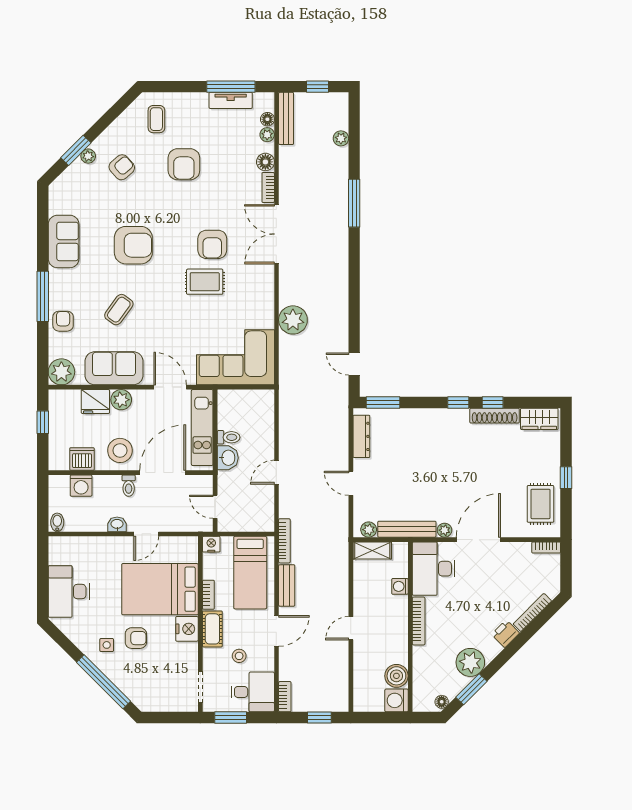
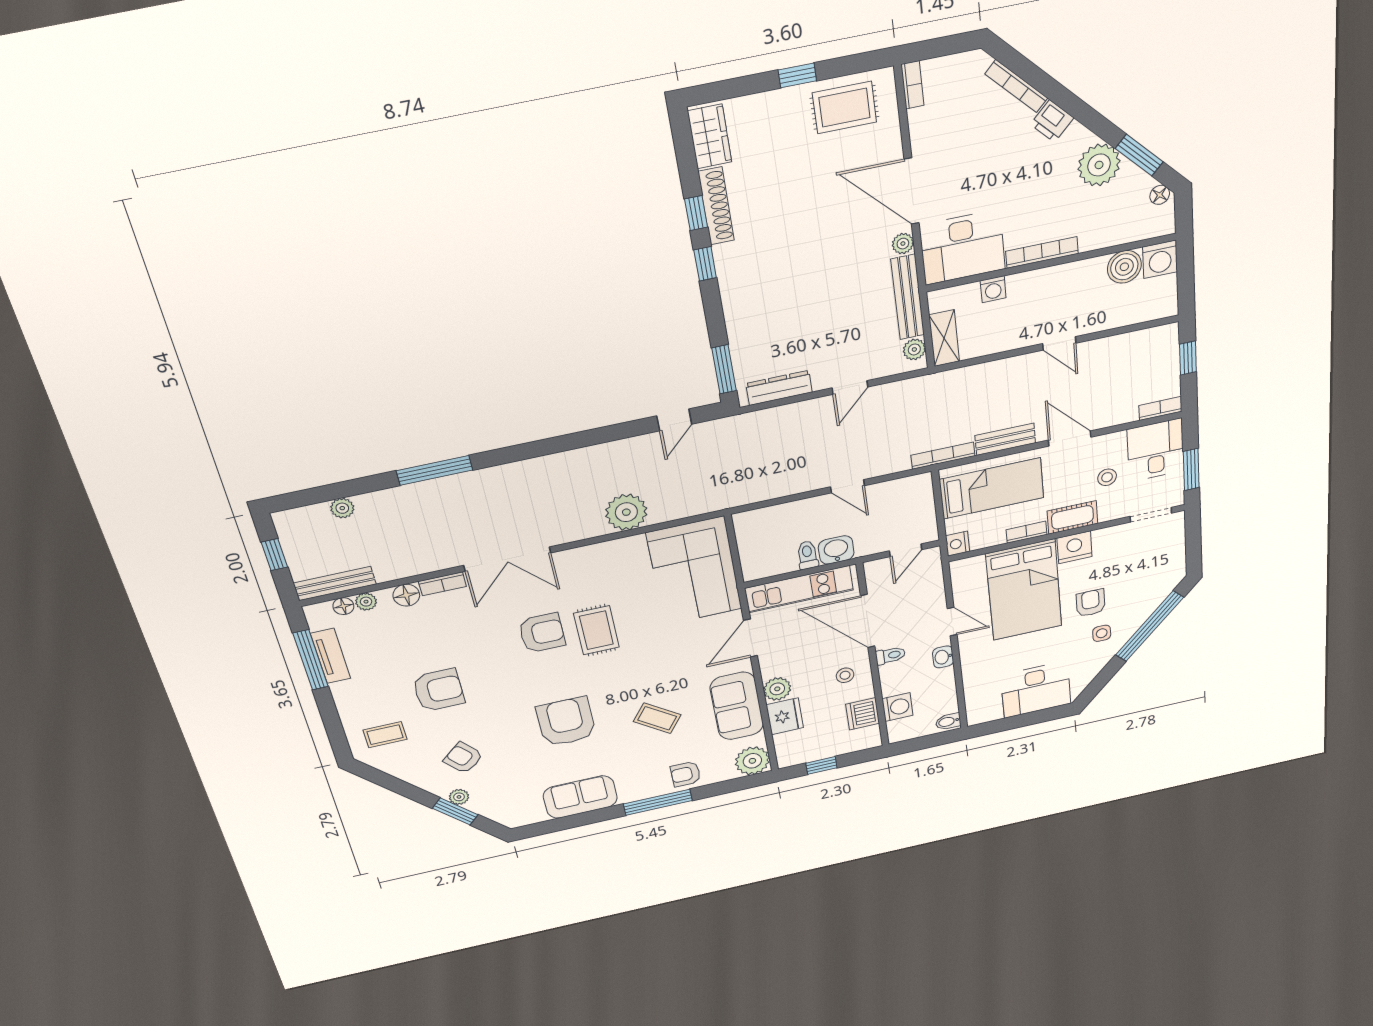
stool: (120, 450) -> (845, 675), width x0.53, depth x0.53

